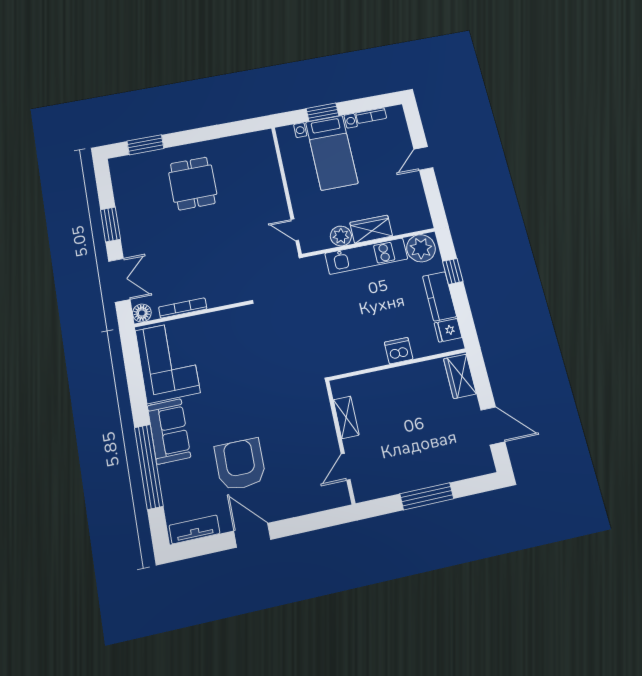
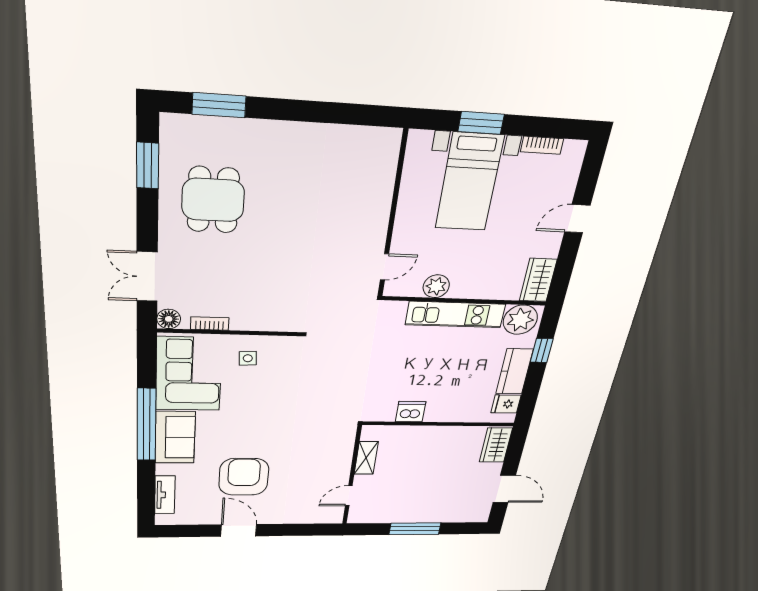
dining table: (193, 183) -> (213, 200), moved
window: (110, 224) -> (148, 166), moved
wardrobe: (371, 229) -> (538, 280), moved, turned -90
door: (295, 230) -> (384, 267), swing flipped
double door: (119, 280) -> (147, 277), swing flipped
bookcase: (183, 308) -> (210, 323), width x0.64
side table: (212, 335) -> (248, 358), added
dishwasher: (399, 351) -> (411, 412), moved
window: (149, 467) -> (146, 425), moved
tv unit: (194, 529) -> (165, 495), moved, turned 90

